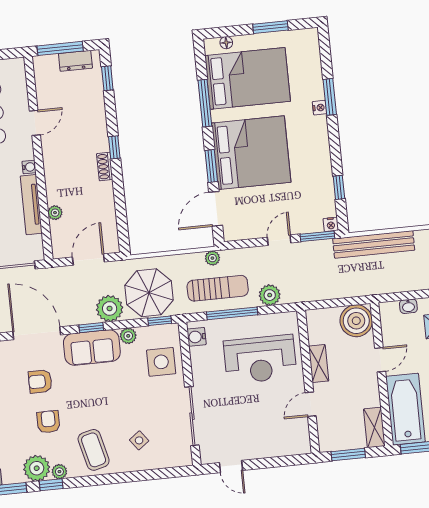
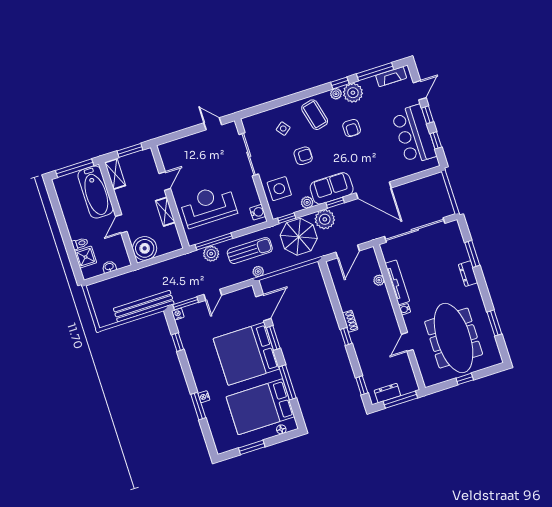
sun lounger: (218, 288) -> (250, 251), turned 180
window: (232, 313) -> (214, 242), moved
armchair: (40, 381) -> (303, 156), moved

